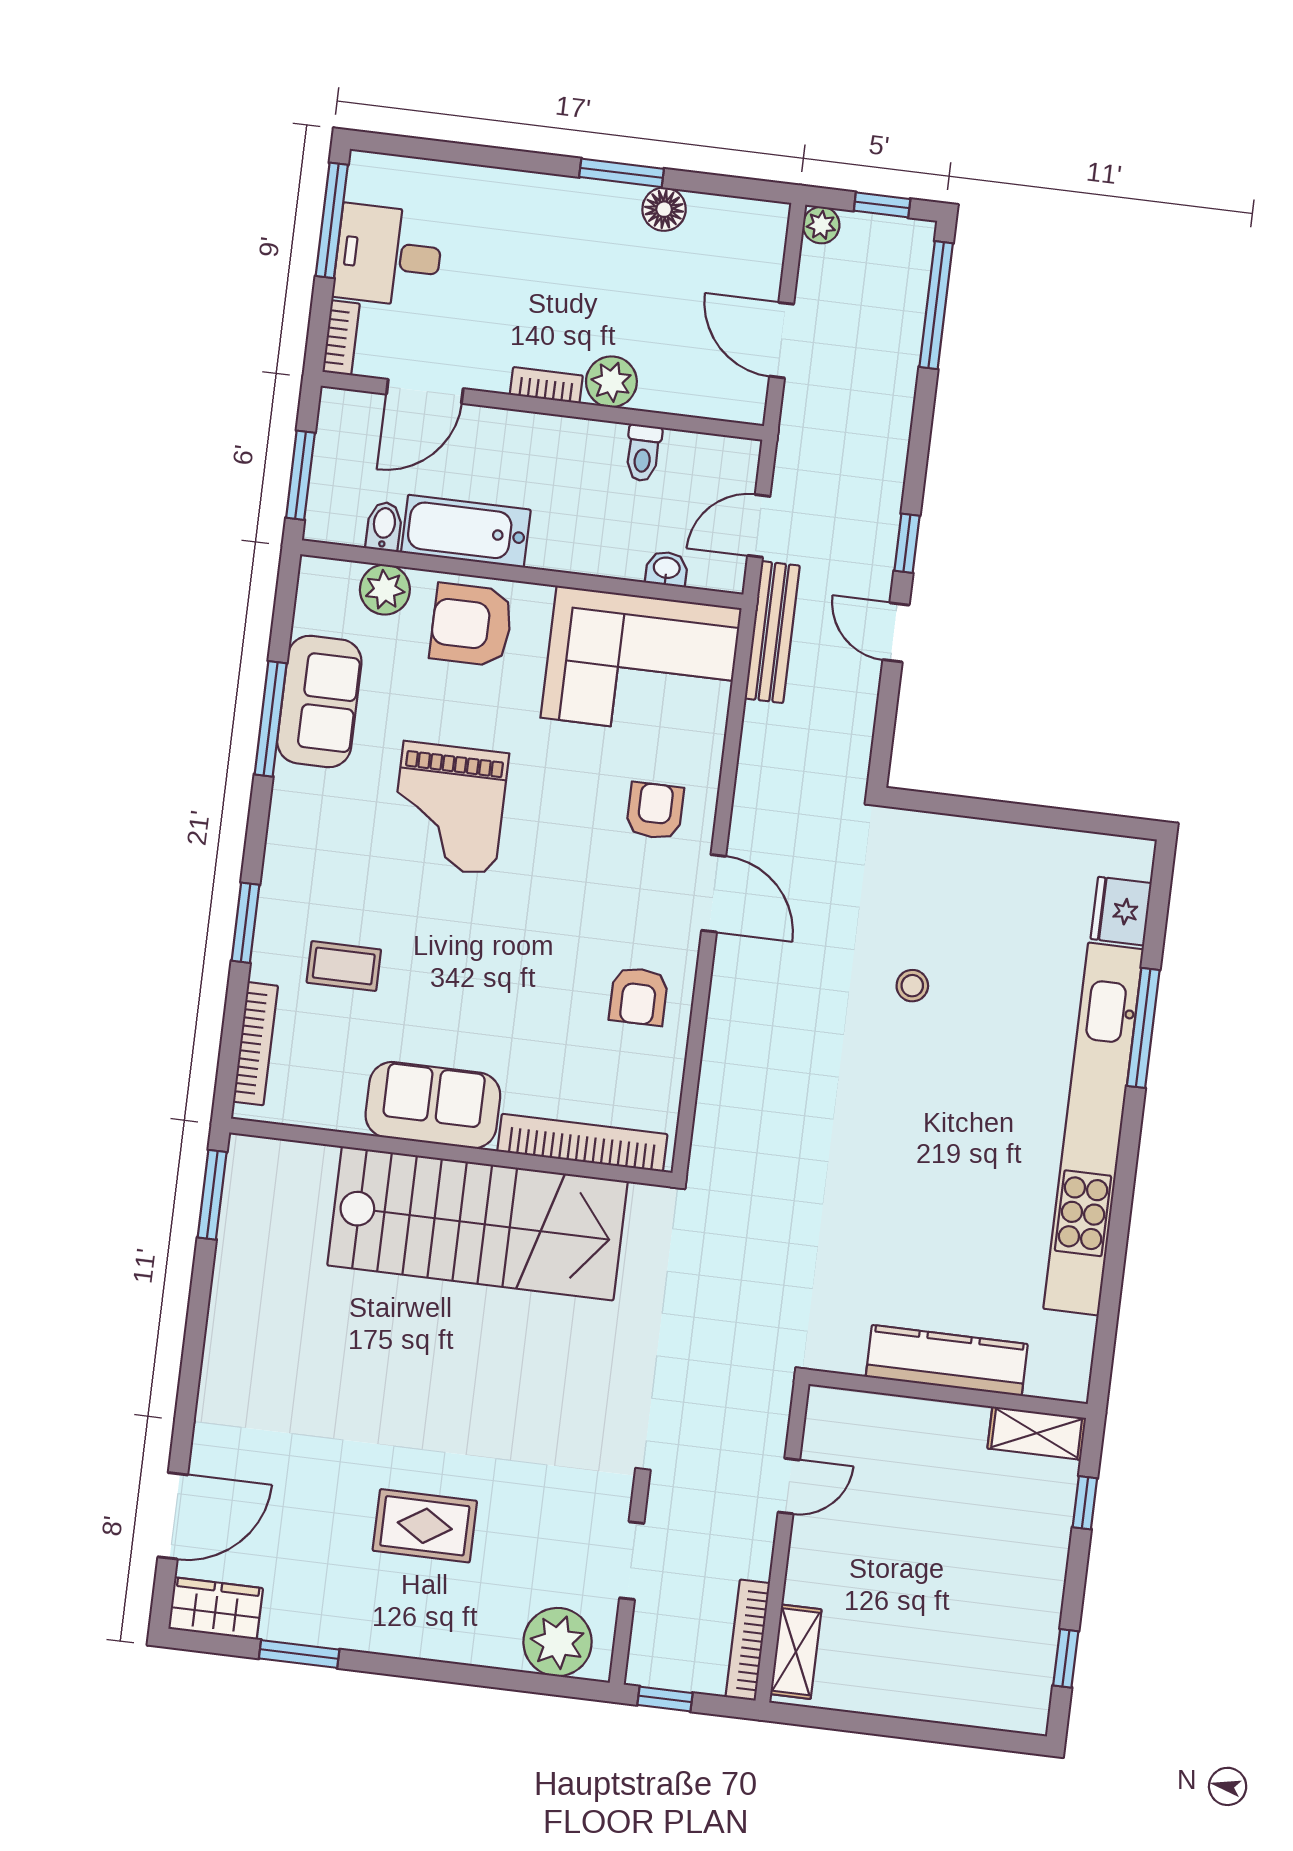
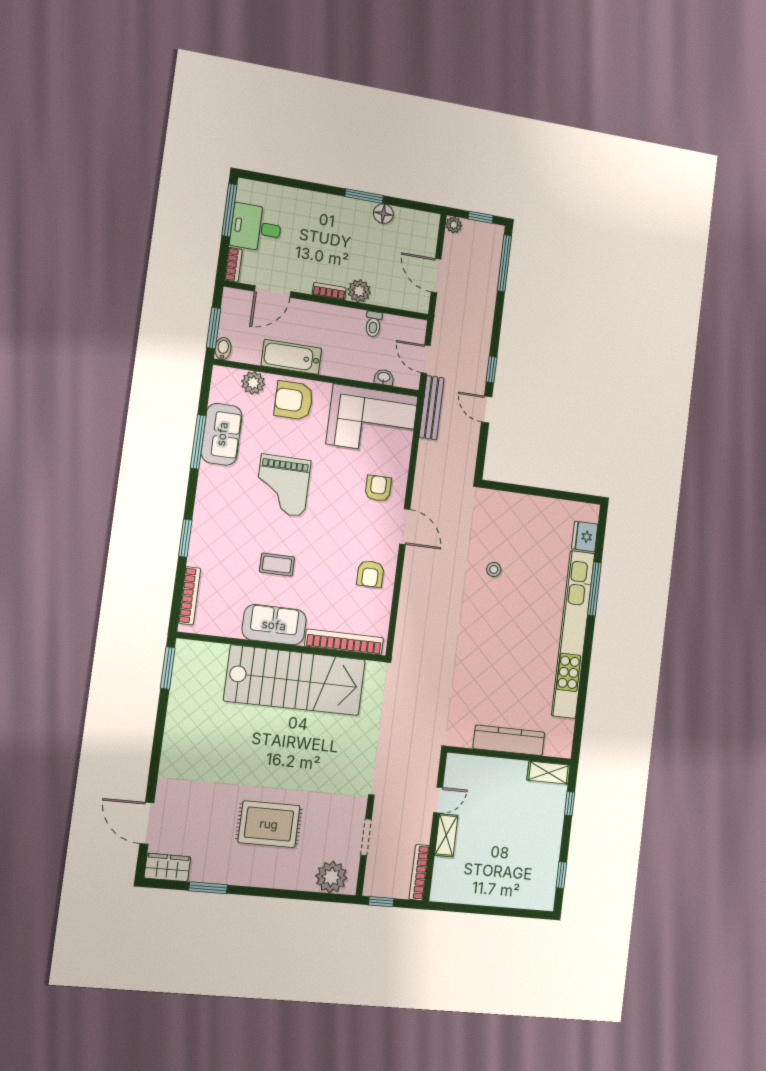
bidet: (384, 526) -> (223, 349), moved
door: (759, 526) -> (426, 359), hinge flipped
coffee table: (344, 966) -> (277, 564), moved
door: (173, 1516) -> (147, 823), swing flipped
rug: (425, 1526) -> (269, 824), width x1.36, depth x1.43
shelving: (796, 1652) -> (446, 835), moved

